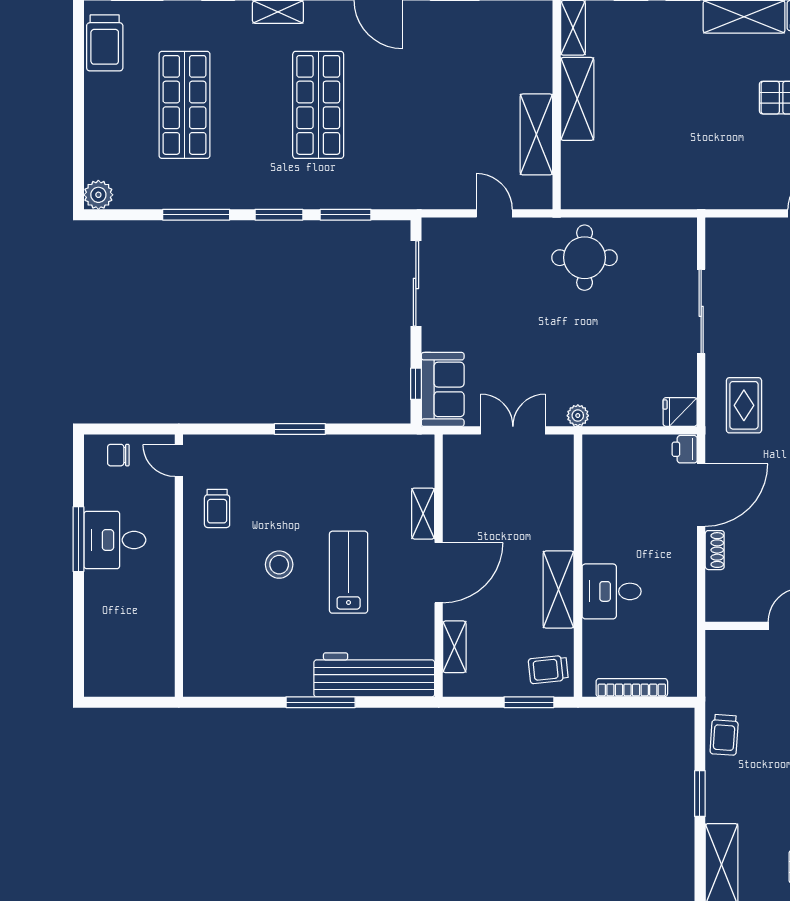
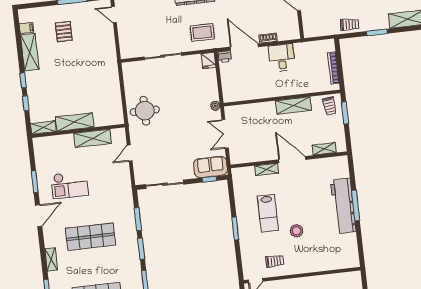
checkout: (439, 72) -> (70, 185), added
lab bench: (349, 572) -> (268, 213), moved, turned -90
desk: (612, 591) -> (282, 58), moved, turned 180
workbench: (374, 675) -> (343, 206), moved

